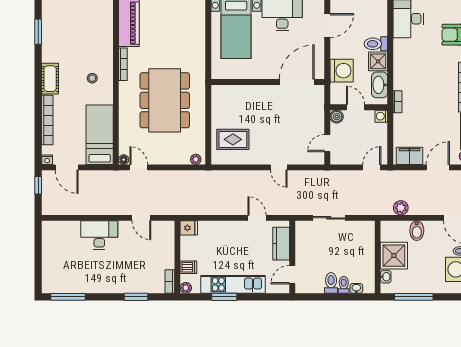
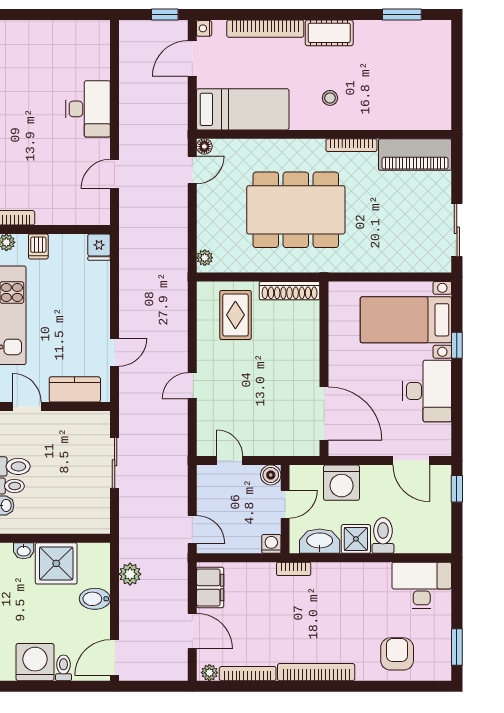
shoe rack: (217, 104) -> (290, 291), added

